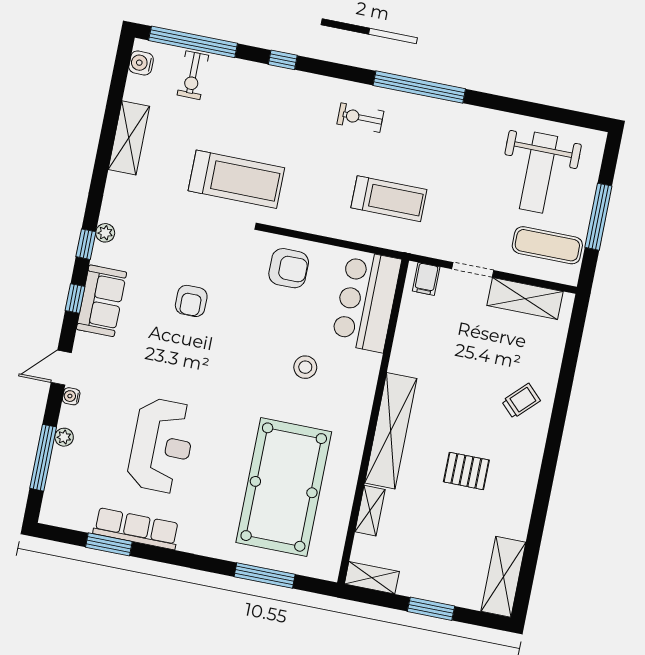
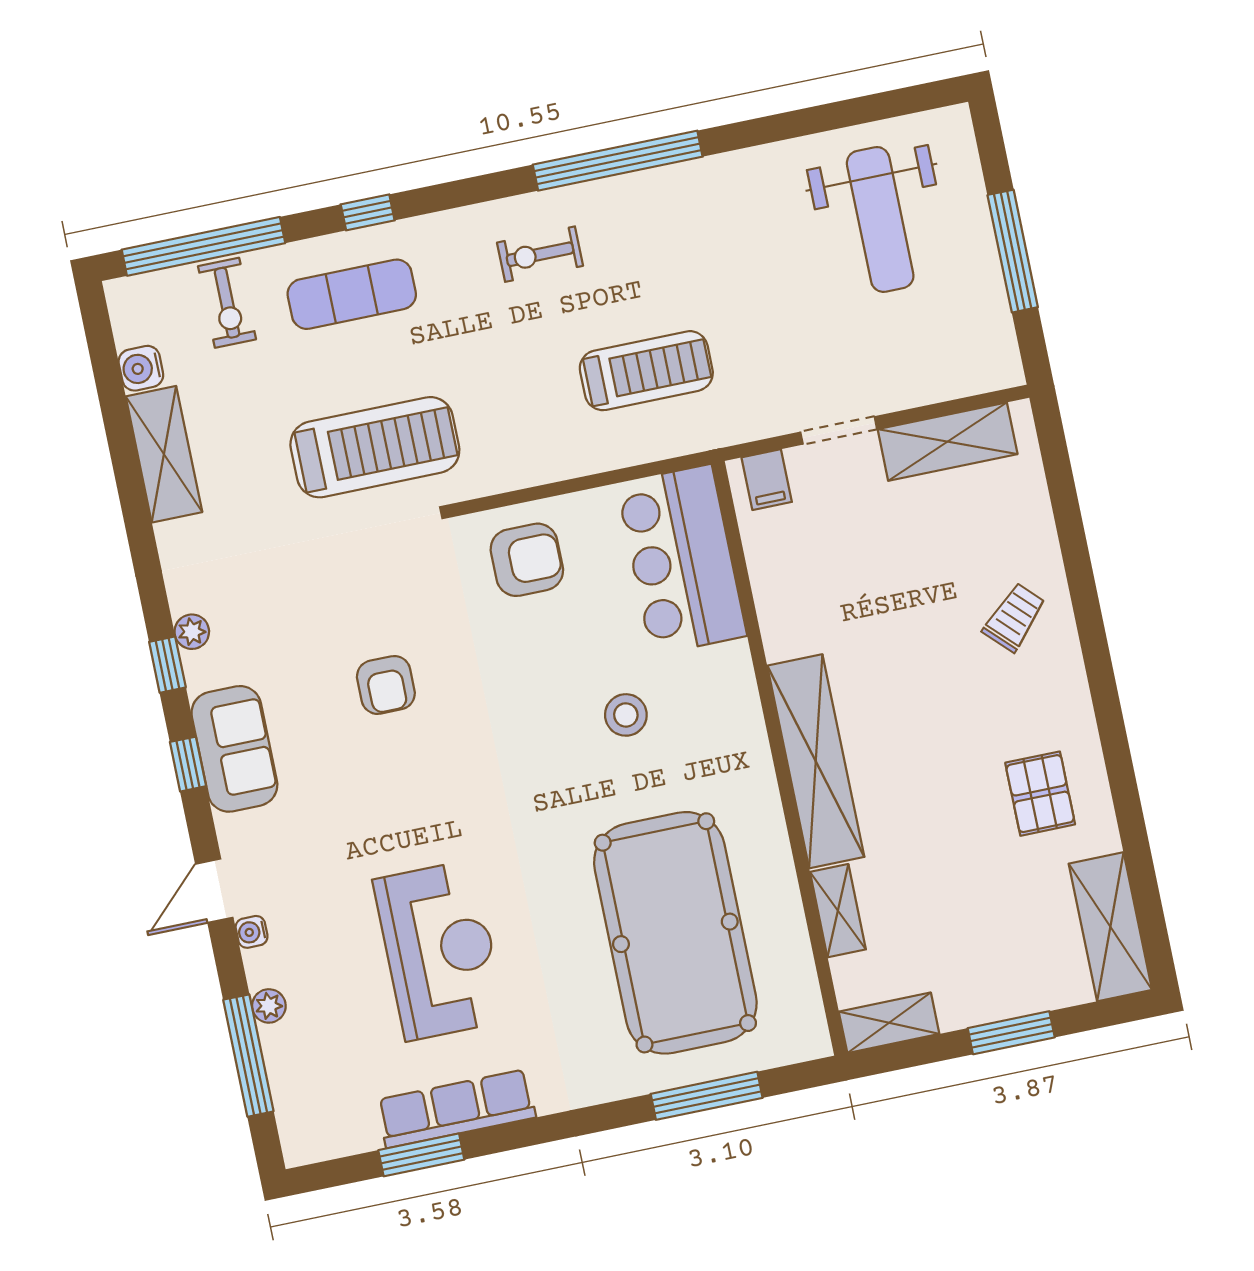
water cooler: (141, 63) -> (141, 368), moved
exercise mat: (547, 245) -> (352, 294), moved
pallet: (466, 471) -> (1040, 794), moved, turned 90

